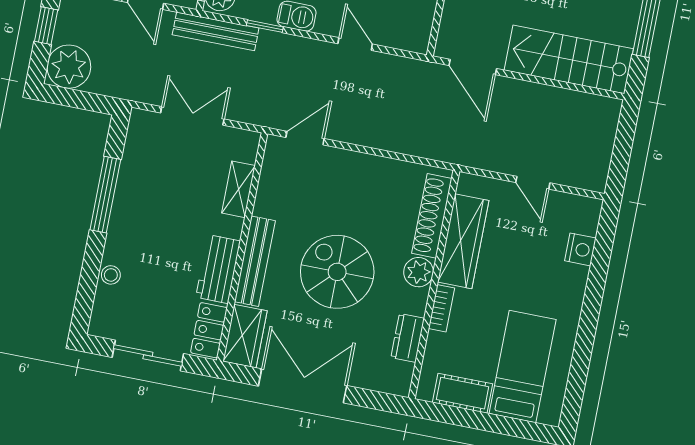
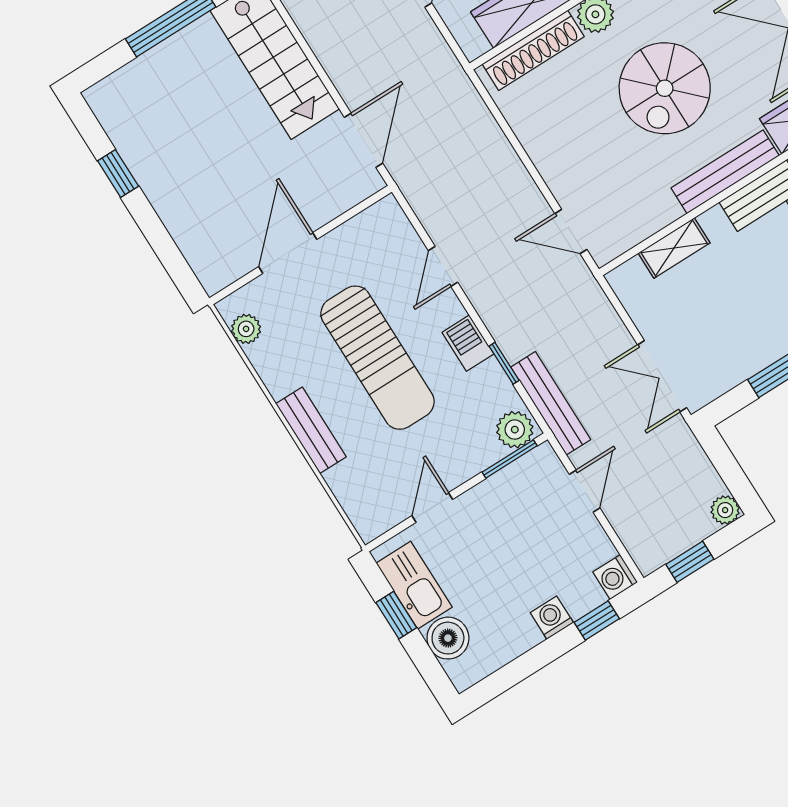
plant: (69, 67) -> (725, 510), width x0.53, depth x0.53
double door: (192, 116) -> (662, 376), moved

